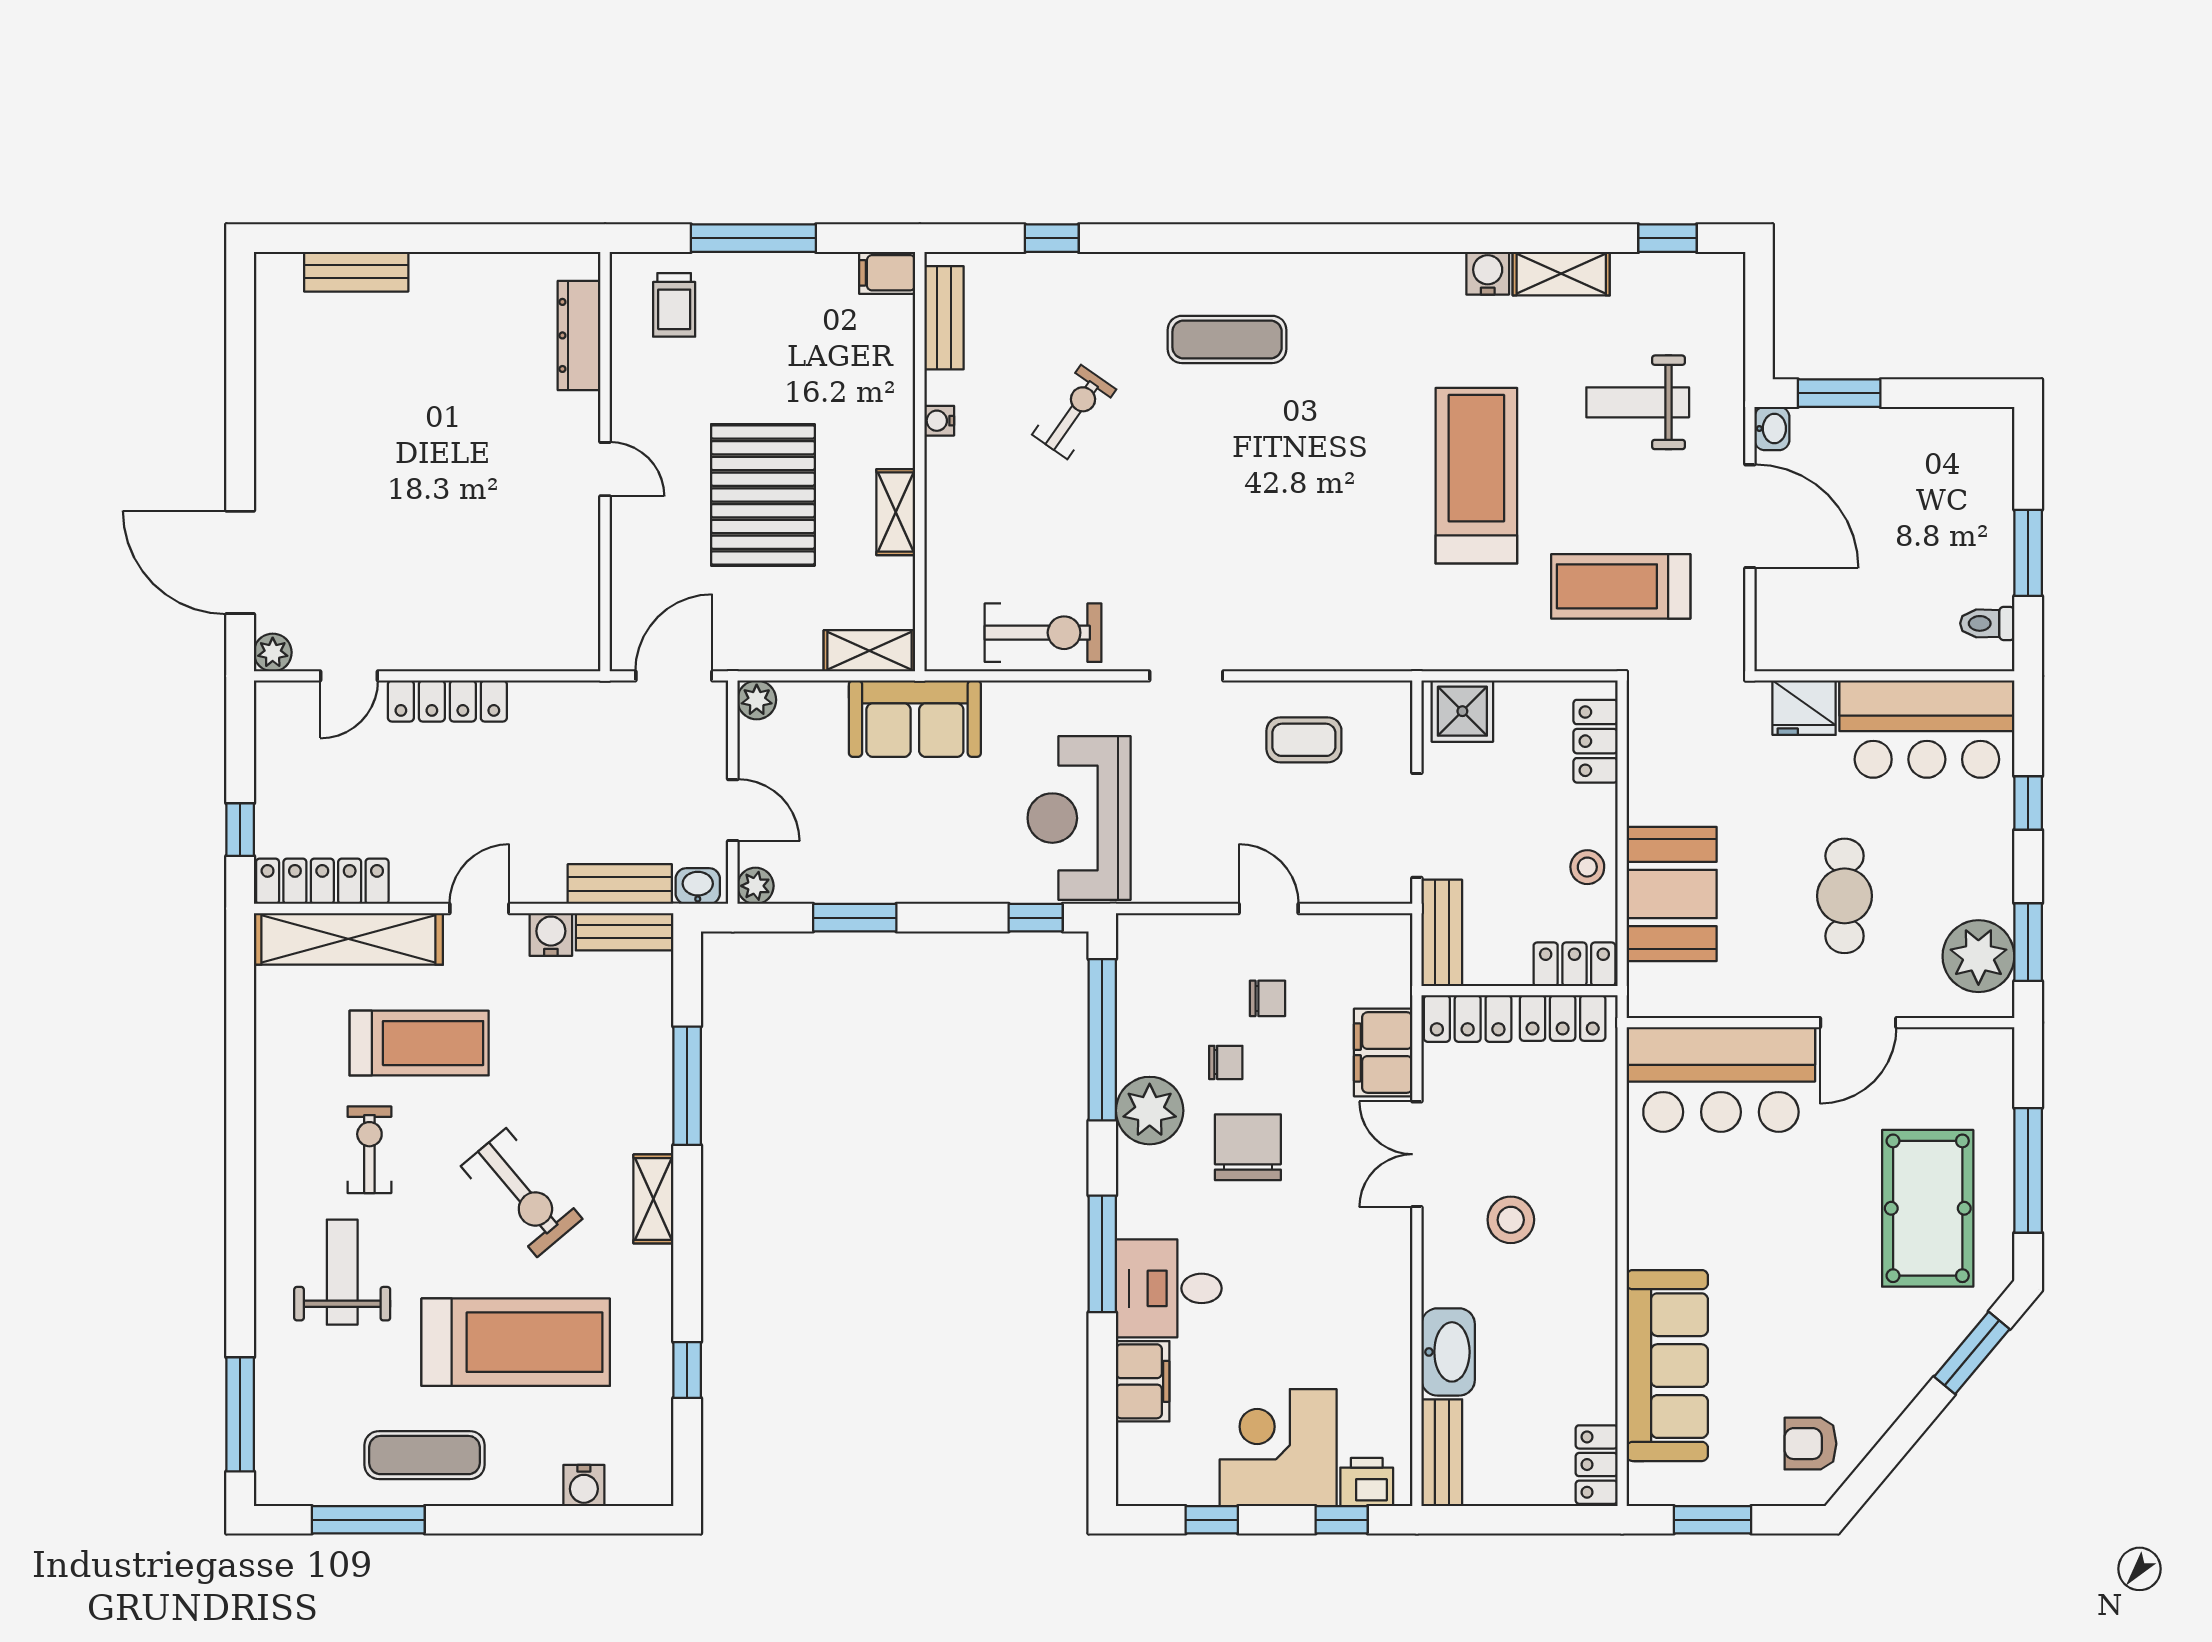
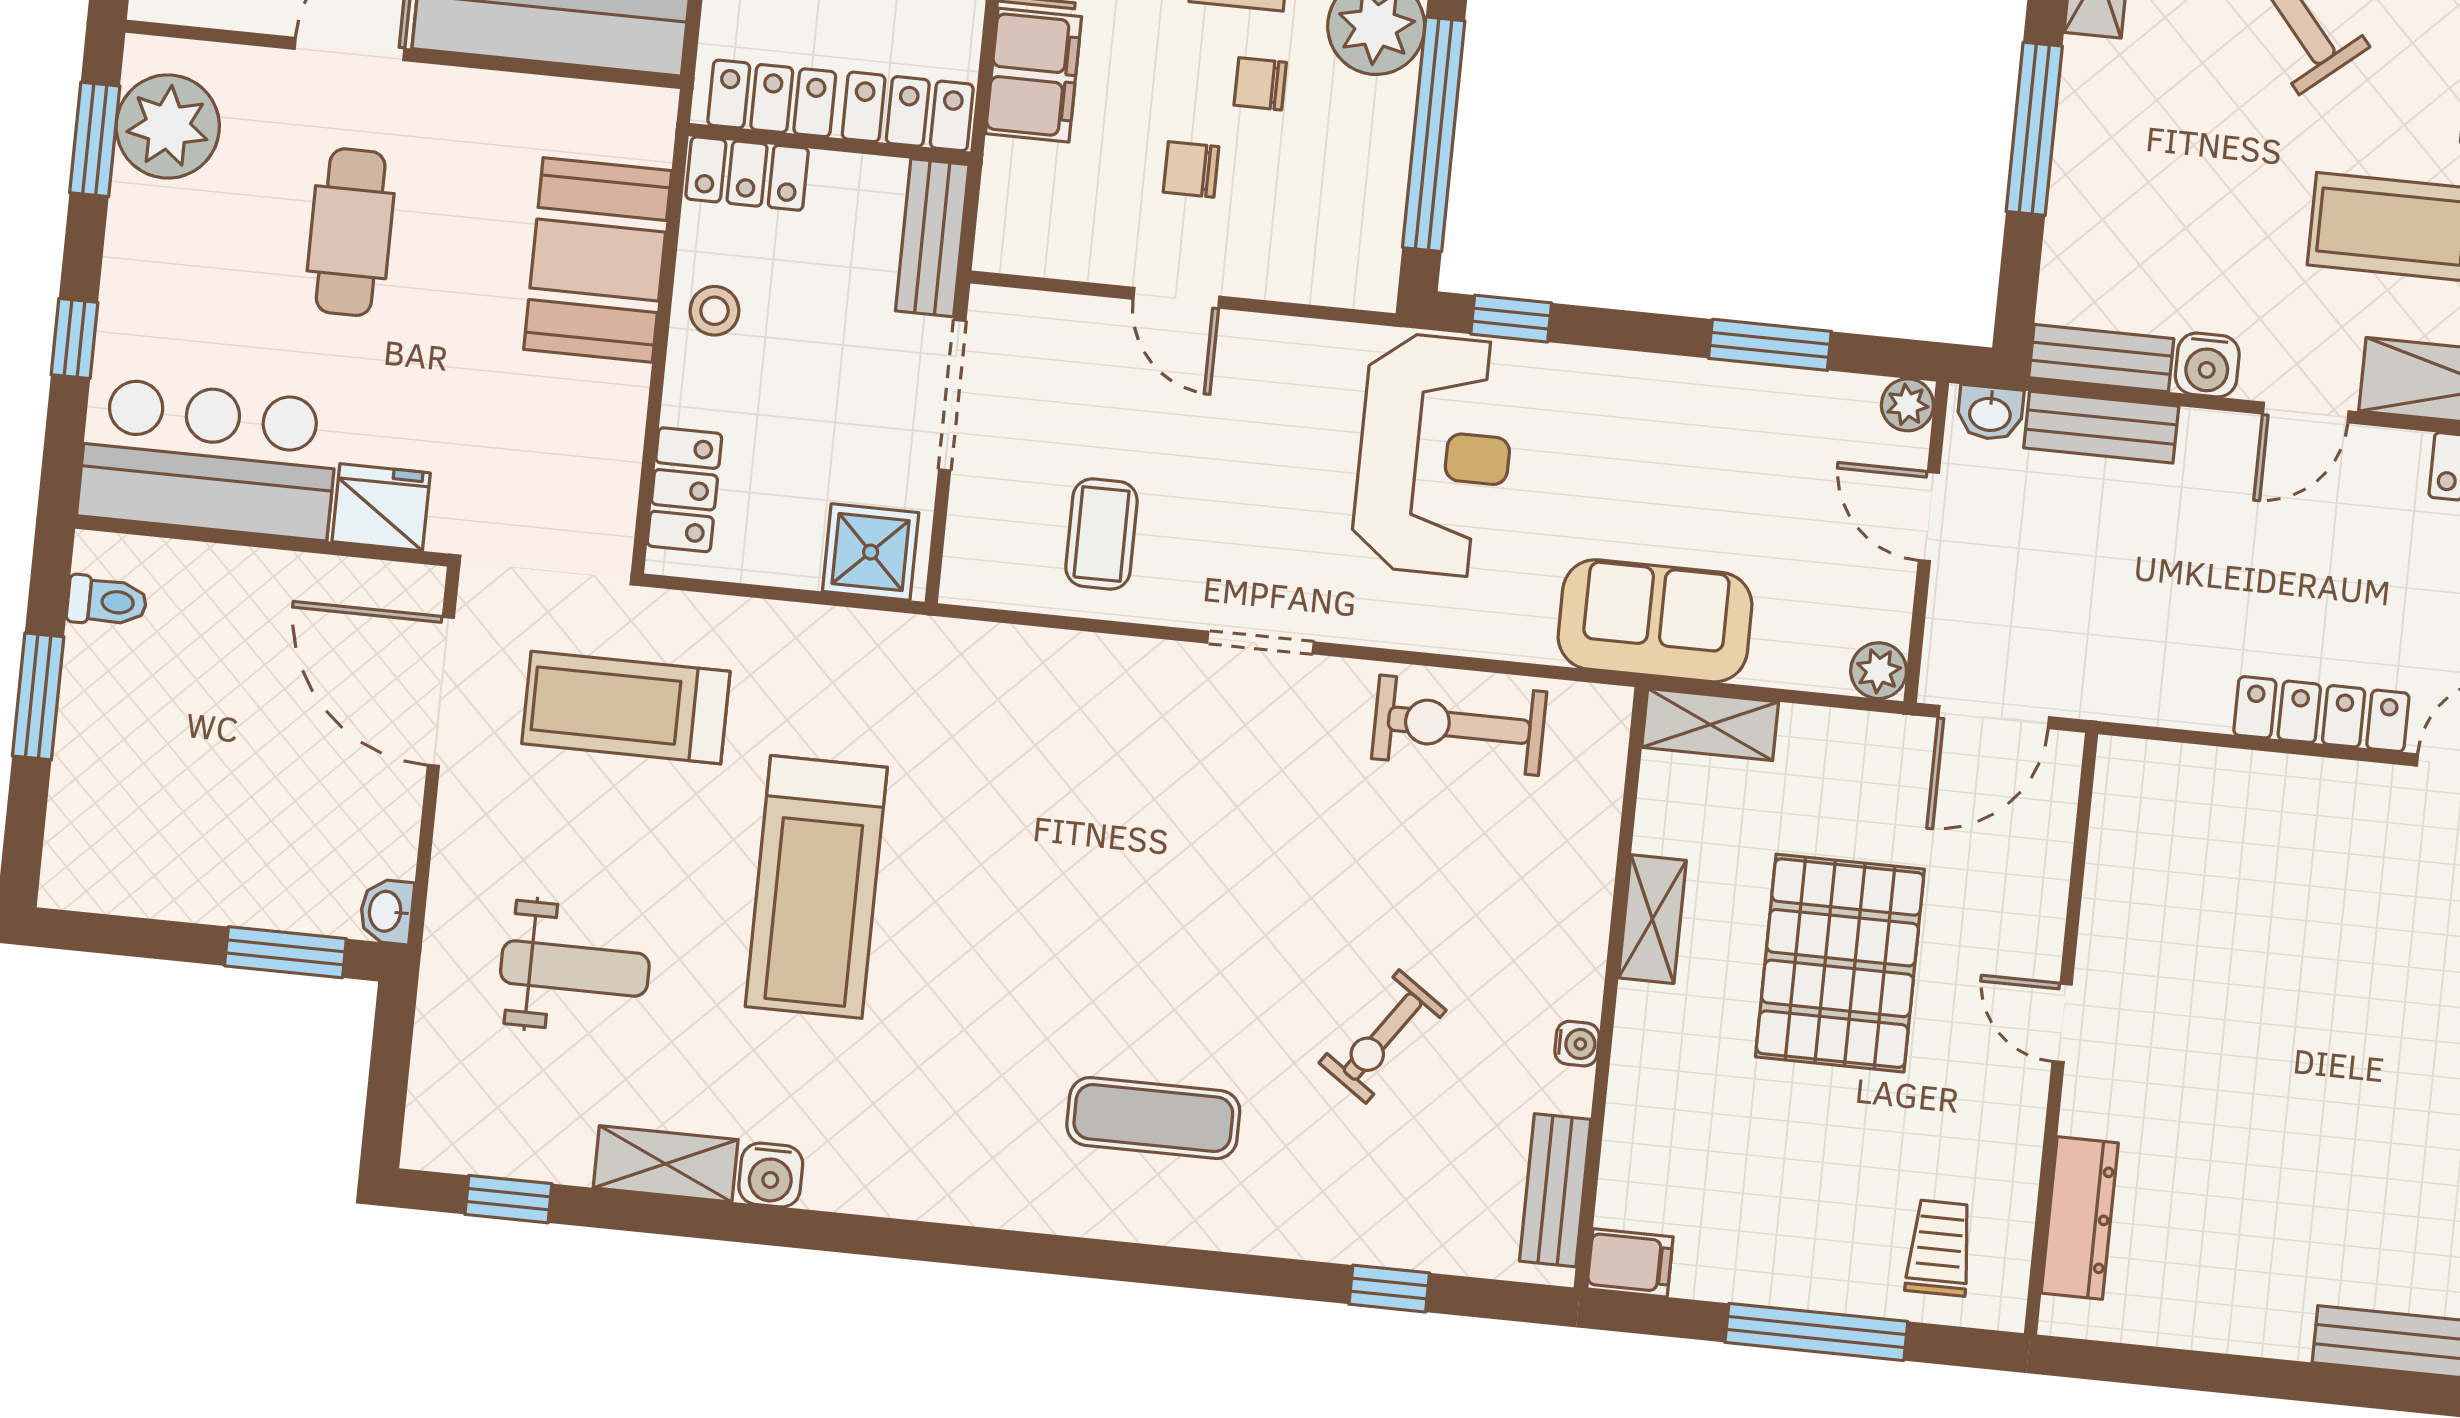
door: (1750, 516) -> (441, 691), moved
treadmill: (1621, 586) -> (626, 708), turned 180
coffee table: (1304, 740) -> (1101, 534), turned 90

